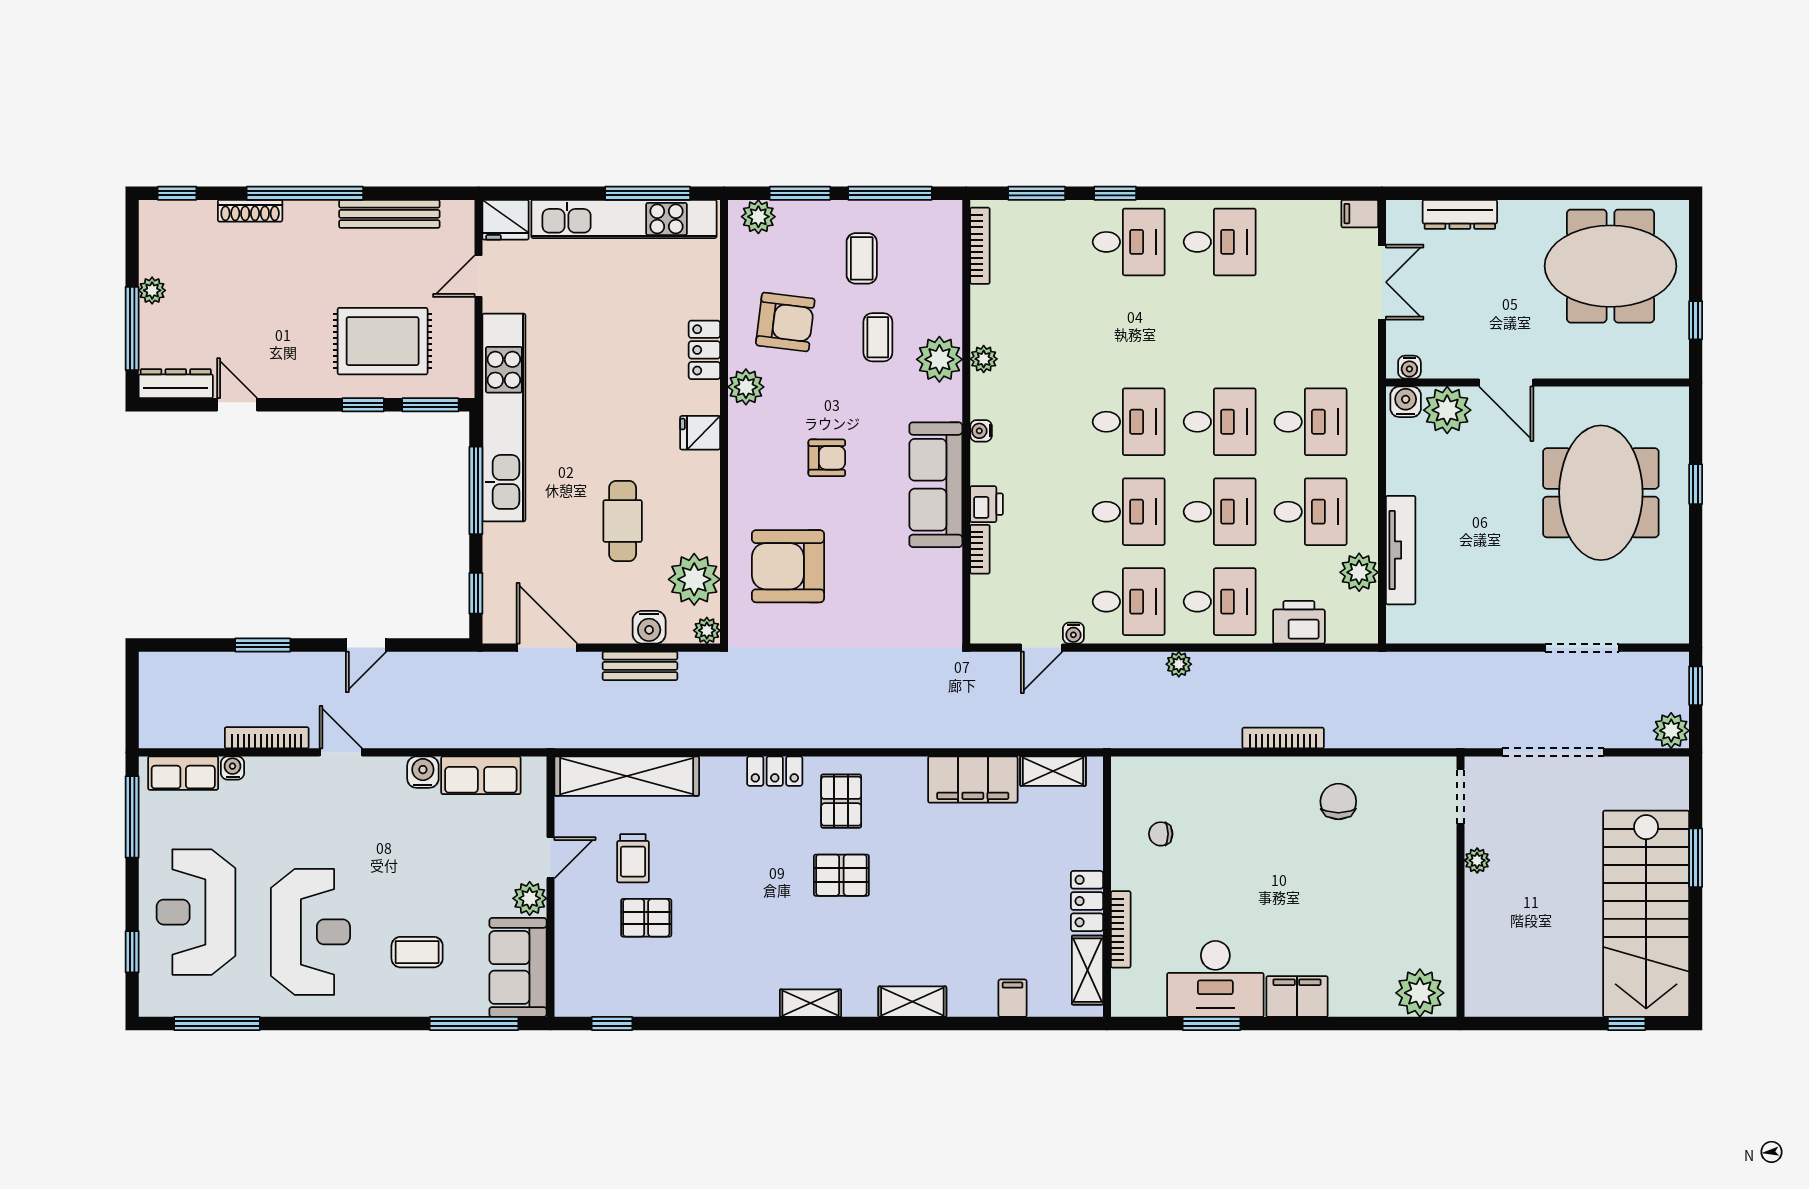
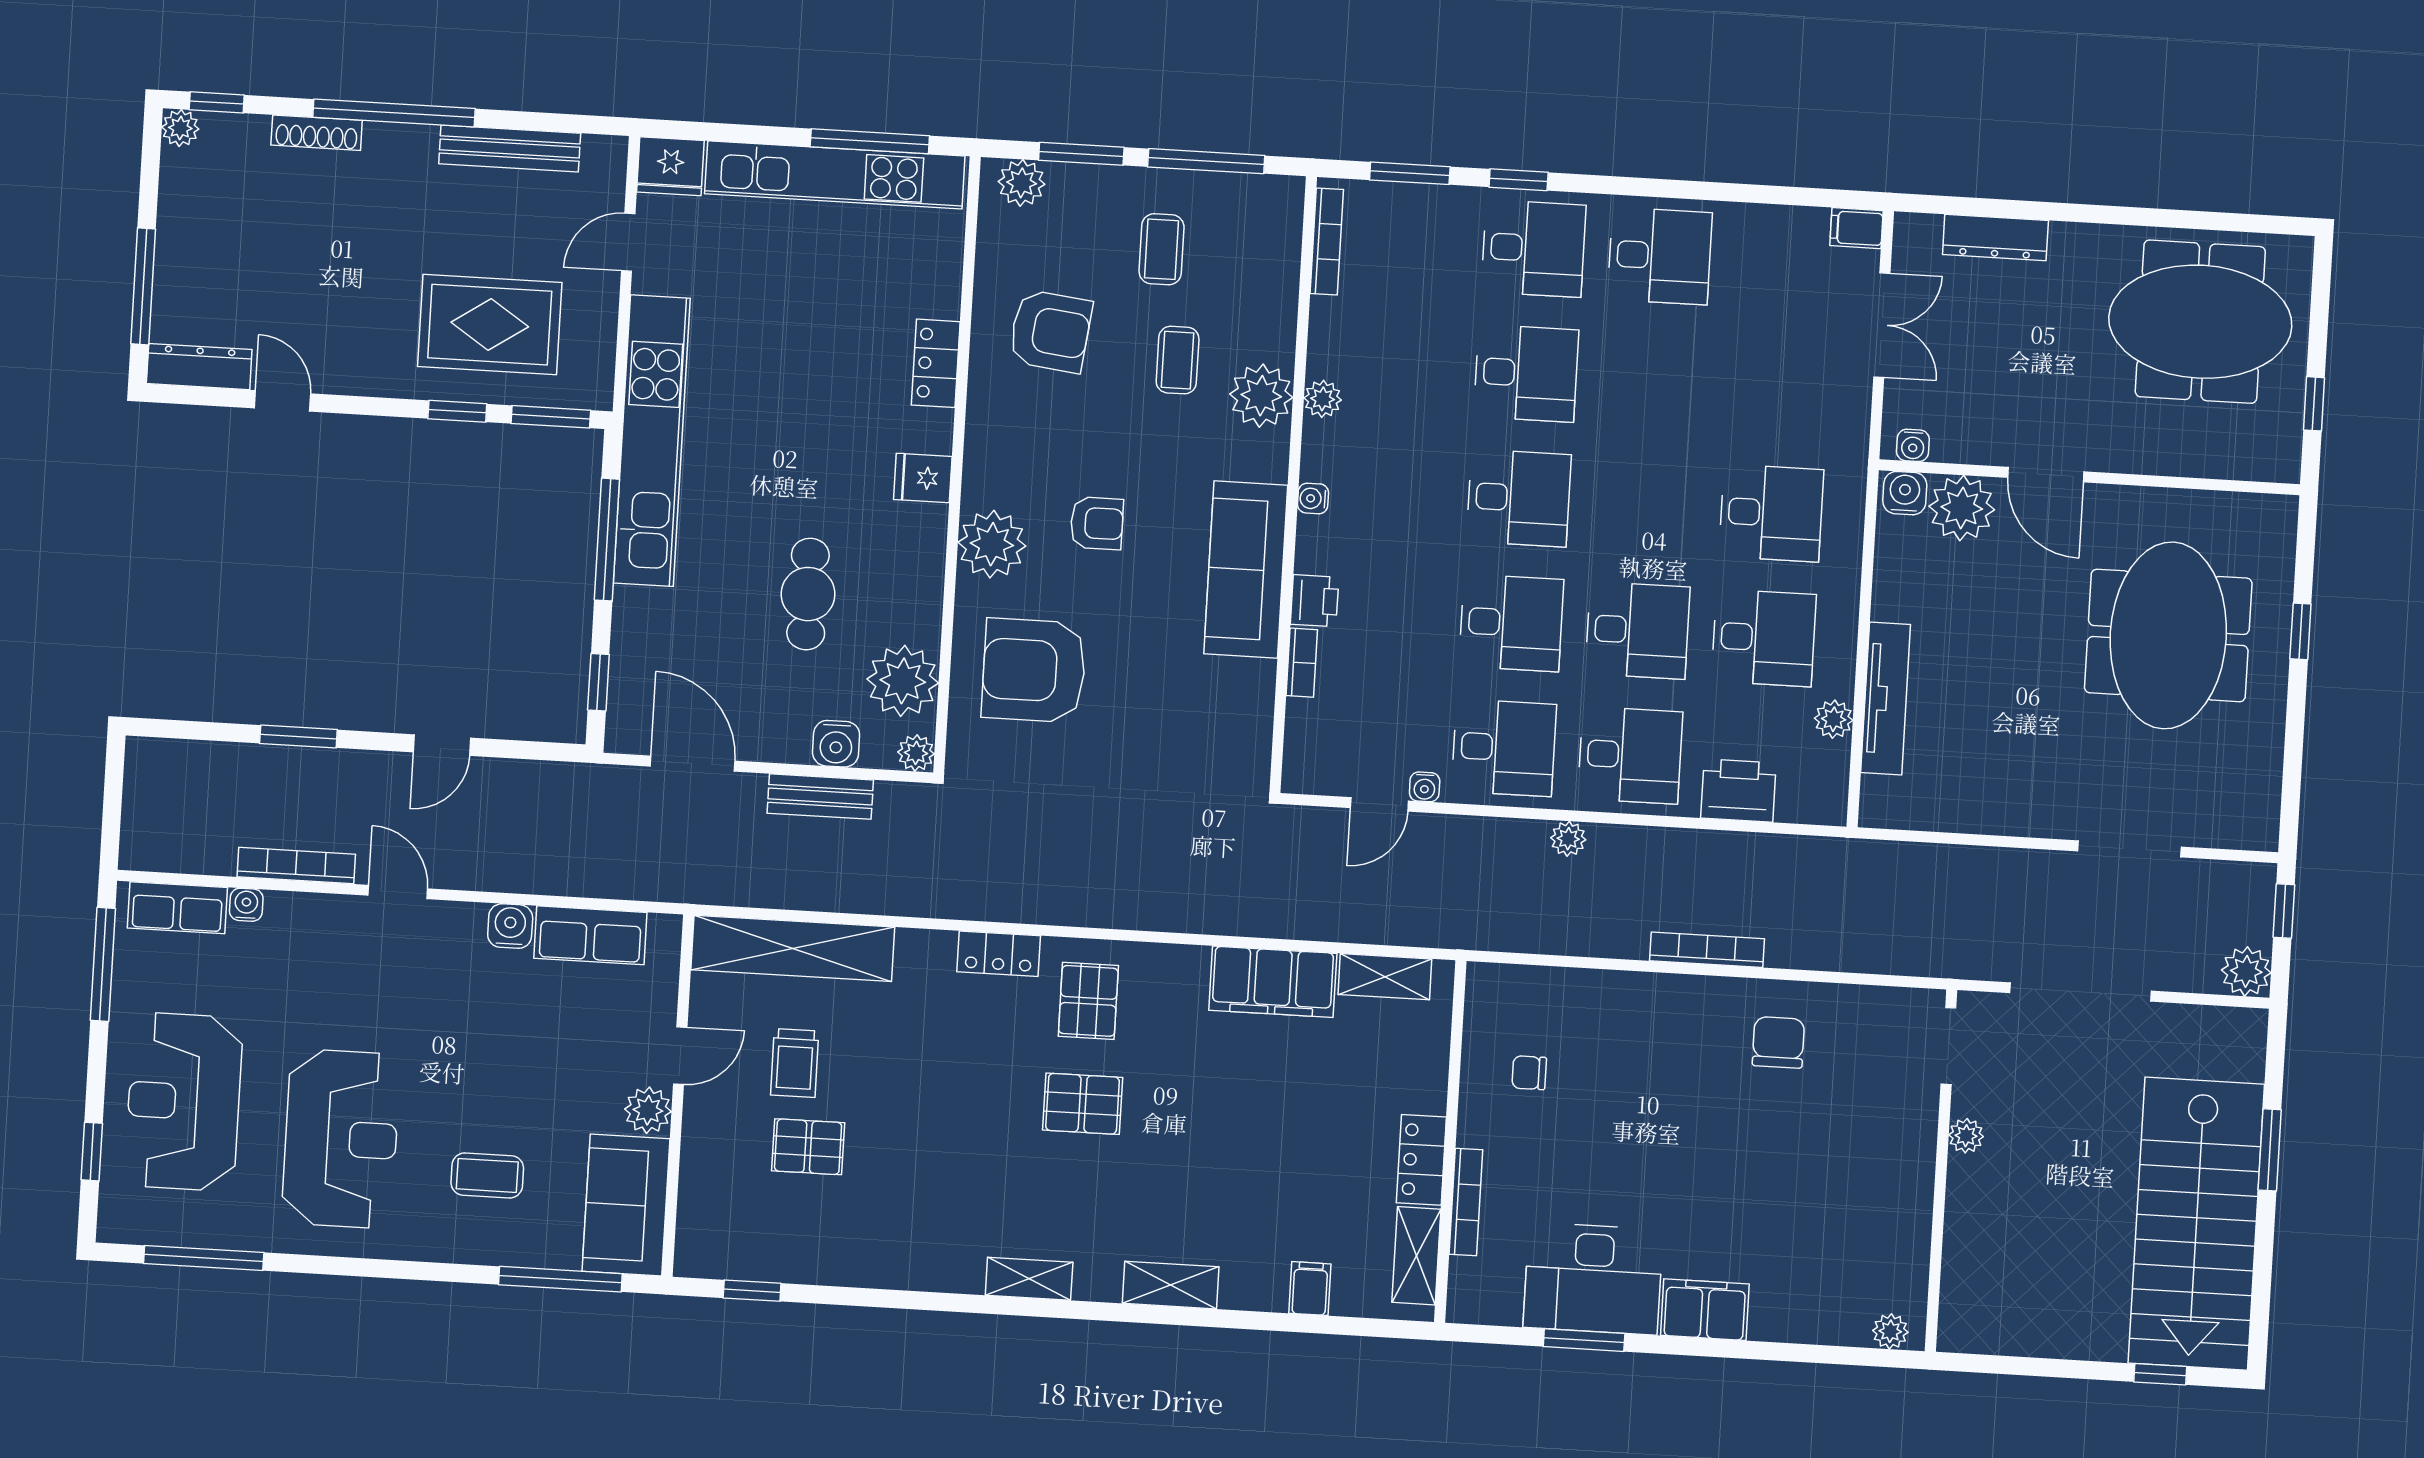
plant: (152, 290) -> (180, 128), moved
plant: (746, 387) -> (992, 544), moved, width x1.36, depth x1.36
desk: (1220, 422) -> (1526, 373), moved
plant: (1359, 572) -> (1834, 719), width x0.73, depth x0.73
plant: (1420, 993) -> (1890, 1331), width x0.53, depth x0.53

